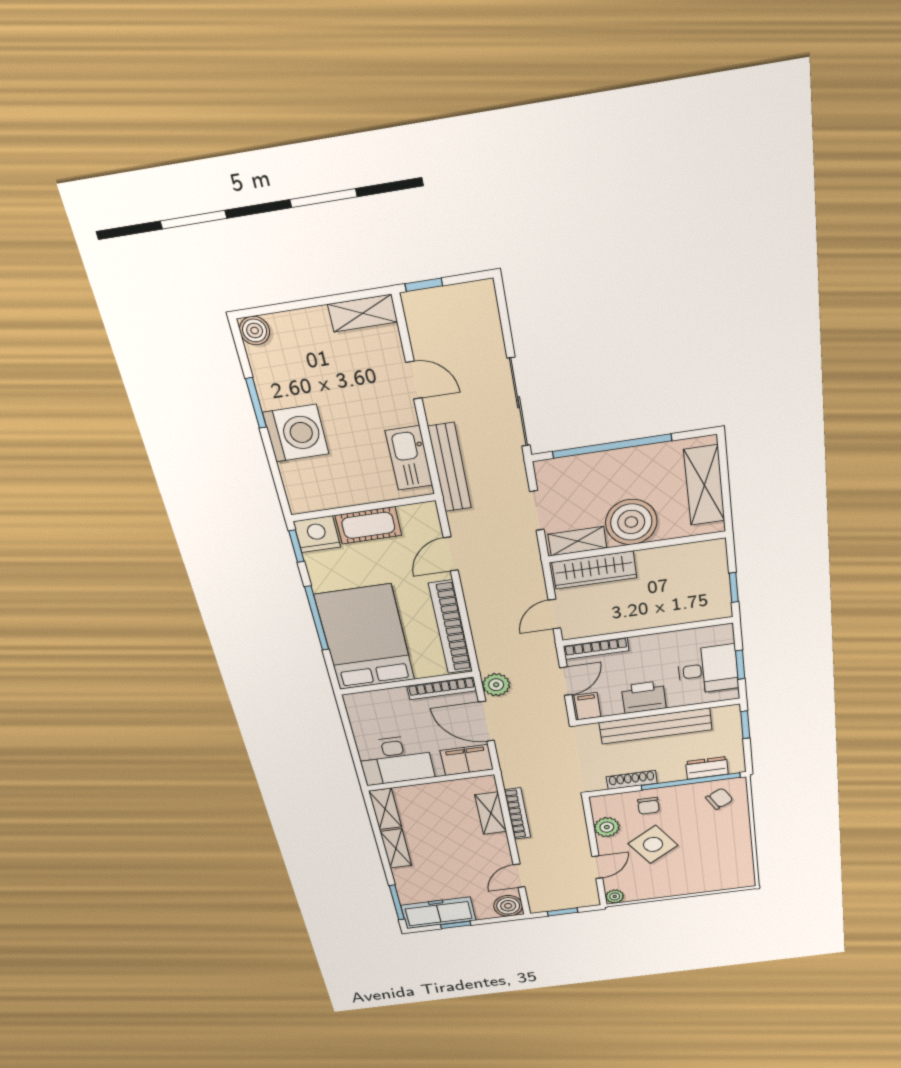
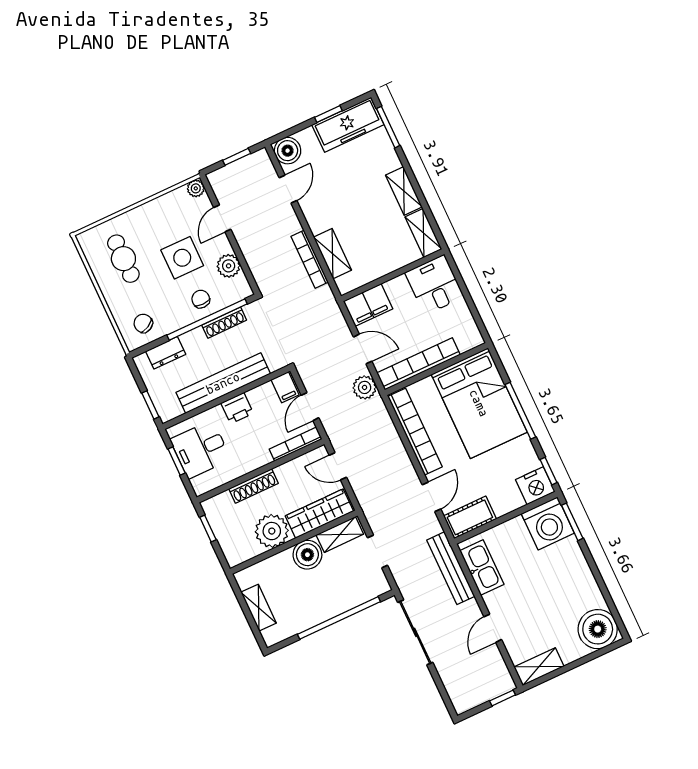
boiler: (255, 331) -> (598, 629), width x1.86, depth x1.86
door: (414, 380) -> (493, 628), hinge flipped
window: (256, 403) -> (572, 522), moved
washing machine: (296, 433) -> (548, 523), moved, turned -90
shelving: (704, 485) -> (259, 608), width x0.67, depth x0.75
boiler: (631, 522) -> (307, 555), width x0.73, depth x0.73
cot: (368, 525) -> (470, 517), moved
plant: (659, 566) -> (272, 531), added
door: (554, 614) -> (338, 466), swing flipped
shoe rack: (662, 618) -> (254, 486), added
bookcase: (442, 688) -> (419, 364), width x1.48, depth x1.31
printer: (644, 697) -> (237, 408), width x0.73, depth x0.81
door: (486, 721) -> (363, 349), width x0.73
desk: (396, 760) -> (434, 285), width x0.73
window: (691, 781) -> (207, 320), moved
chair: (719, 799) -> (143, 323), turned 91
side table: (653, 844) -> (182, 258), turned 33
cafe table: (715, 857) -> (123, 259), added

